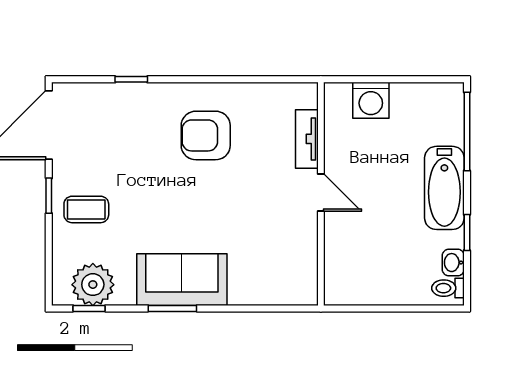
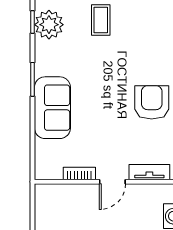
bookcase: (309, 241) -> (79, 173), added
sofa: (182, 280) -> (52, 108), moved

